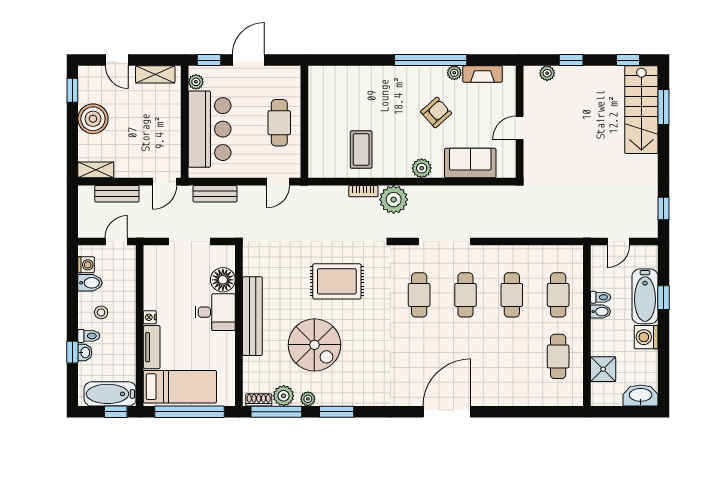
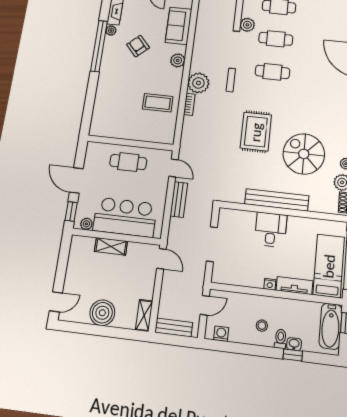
door: (117, 60) -> (56, 302), moved
shelving: (155, 74) -> (111, 246), moved, turned 90
window: (72, 90) -> (76, 328), removed
bench: (117, 194) -> (174, 327), moved, turned 90
bench: (215, 194) -> (179, 200), moved
door: (116, 241) -> (205, 305), swing flipped
plant: (481, 255) -> (247, 25), added
floor lamp: (223, 280) -> (245, 220), removed
bidet: (90, 283) -> (236, 332), removed
spiral stairs: (314, 345) -> (304, 154), turned -90

